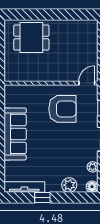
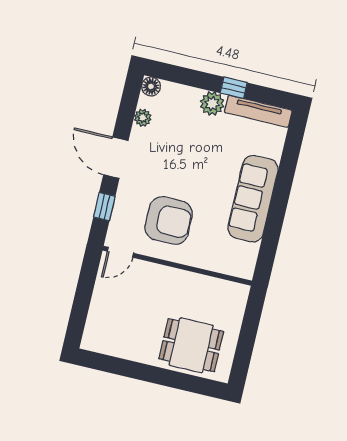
armchair: (62, 109) -> (169, 220), turned 180
plant: (69, 185) -> (212, 104), moved

